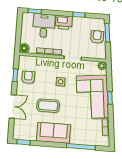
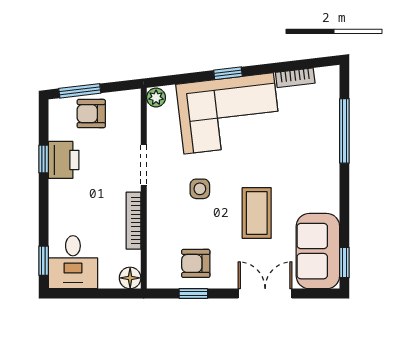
printer: (64, 22) -> (64, 160), moved
desk: (44, 26) -> (73, 262), moved, turned -90
sofa: (54, 133) -> (318, 251), moved

